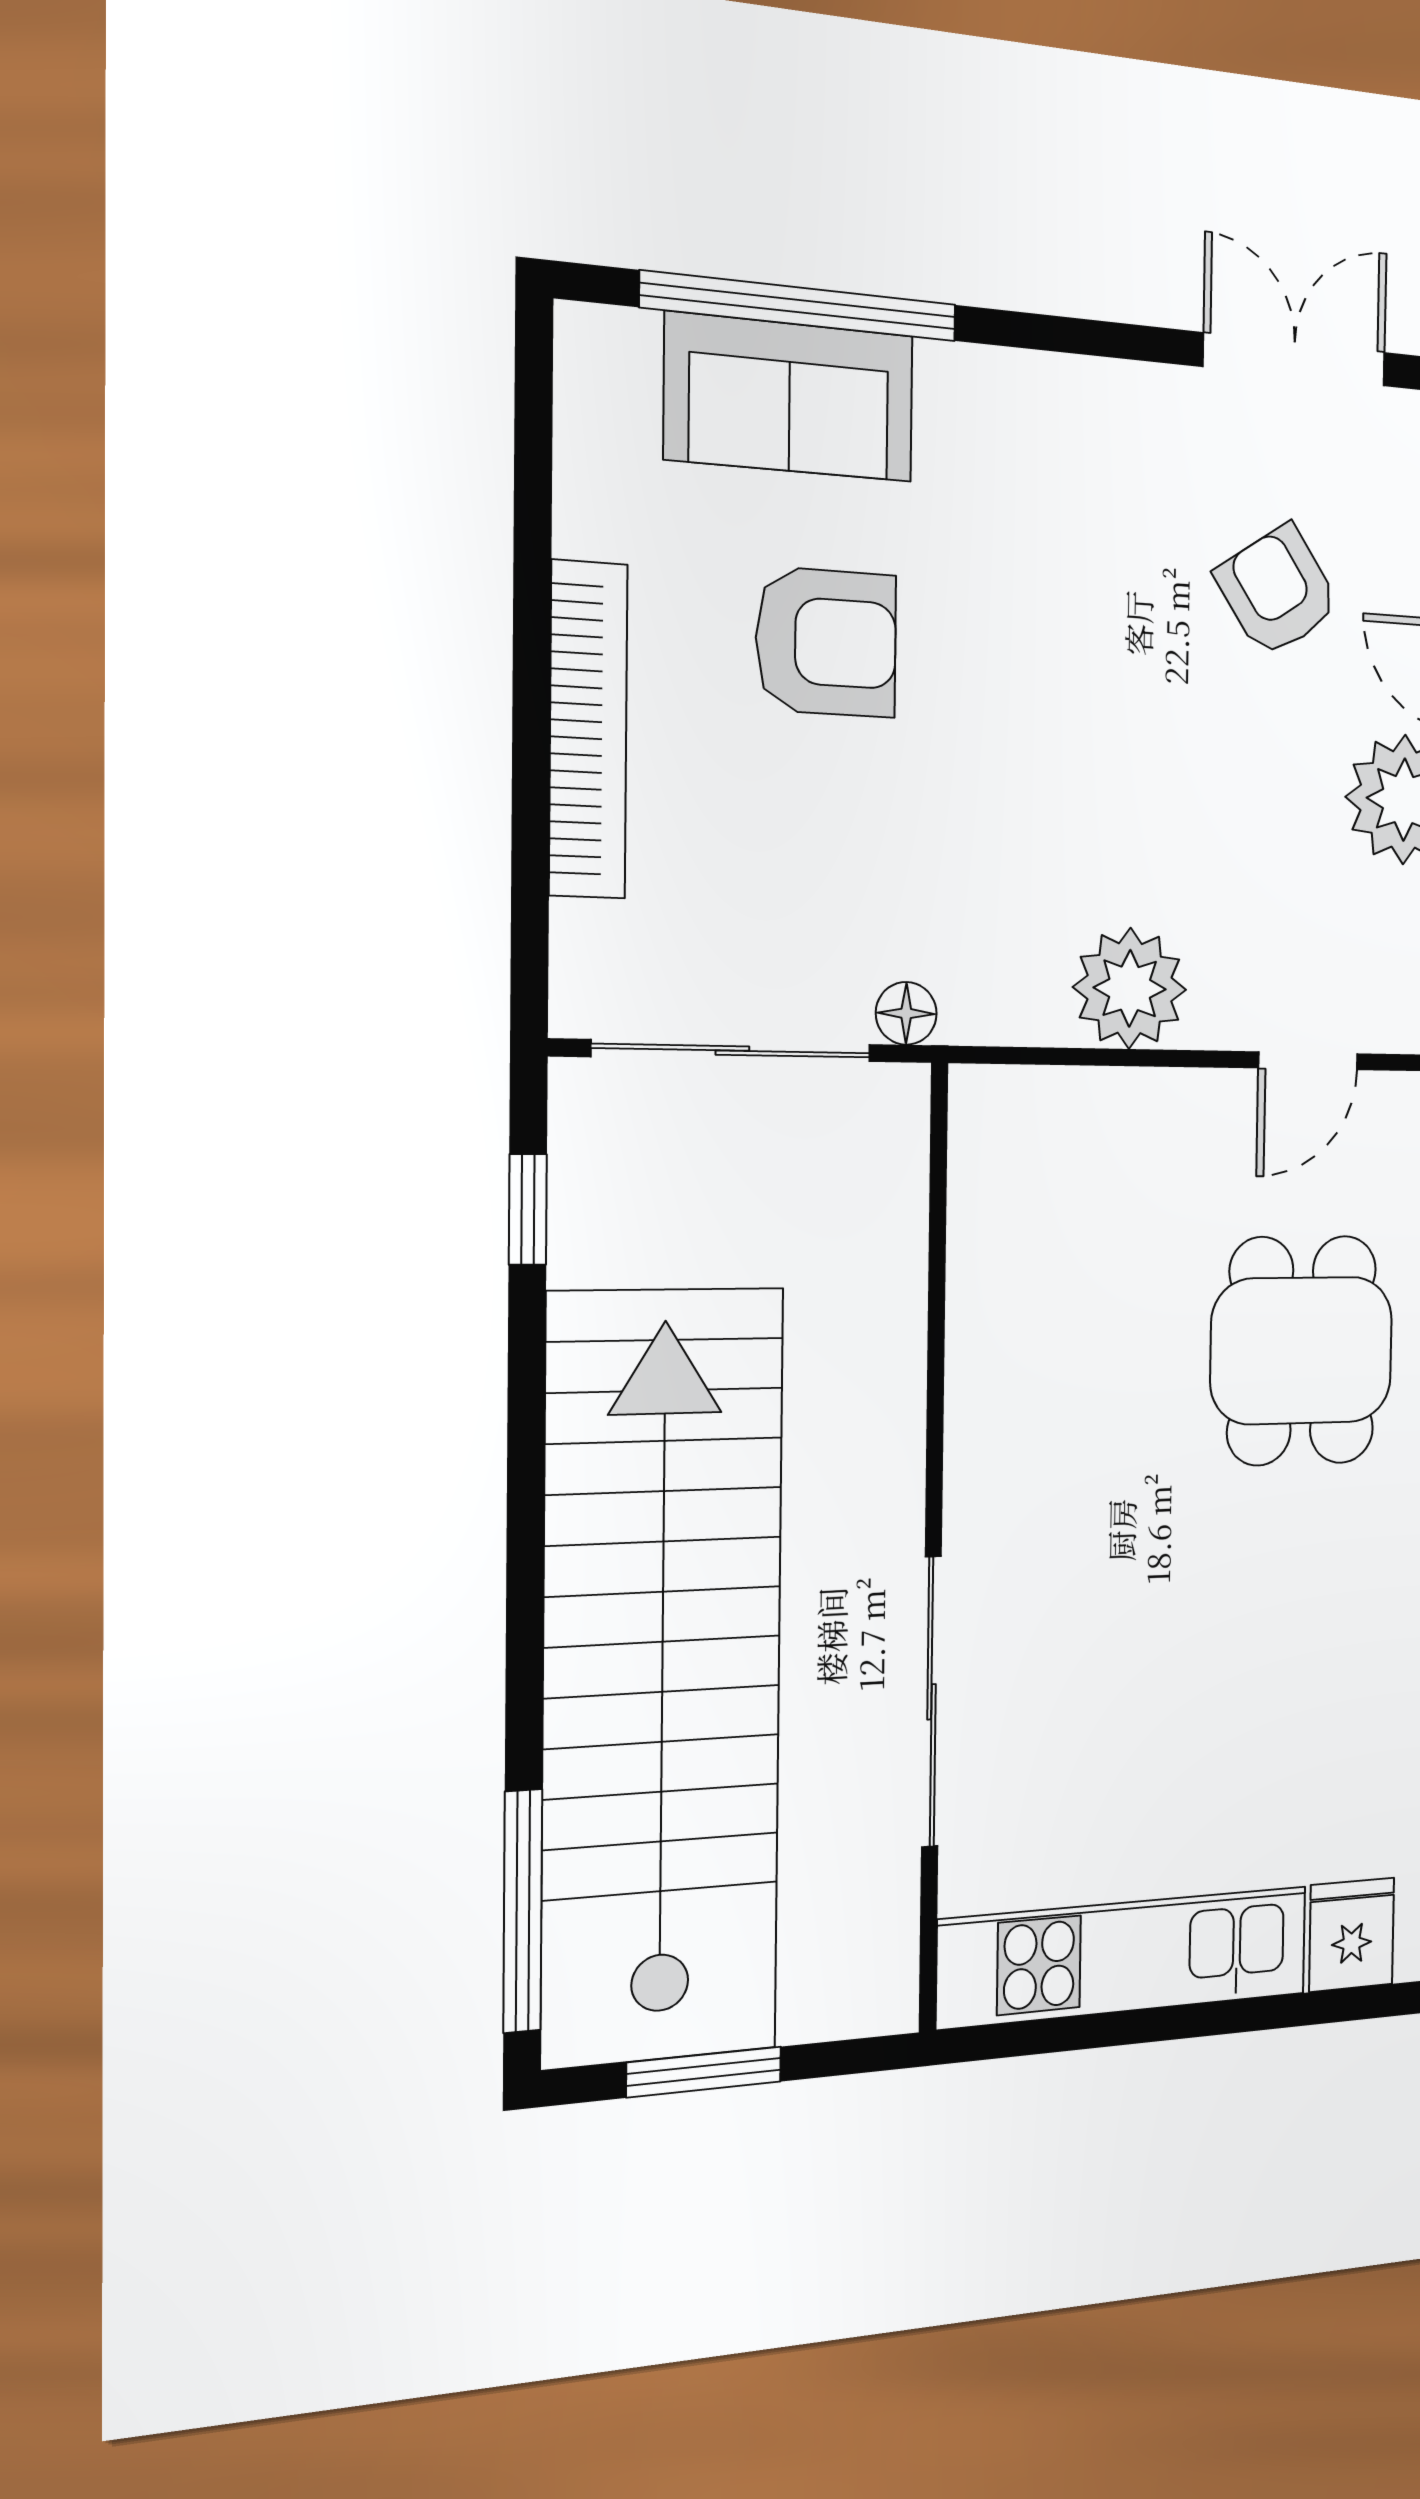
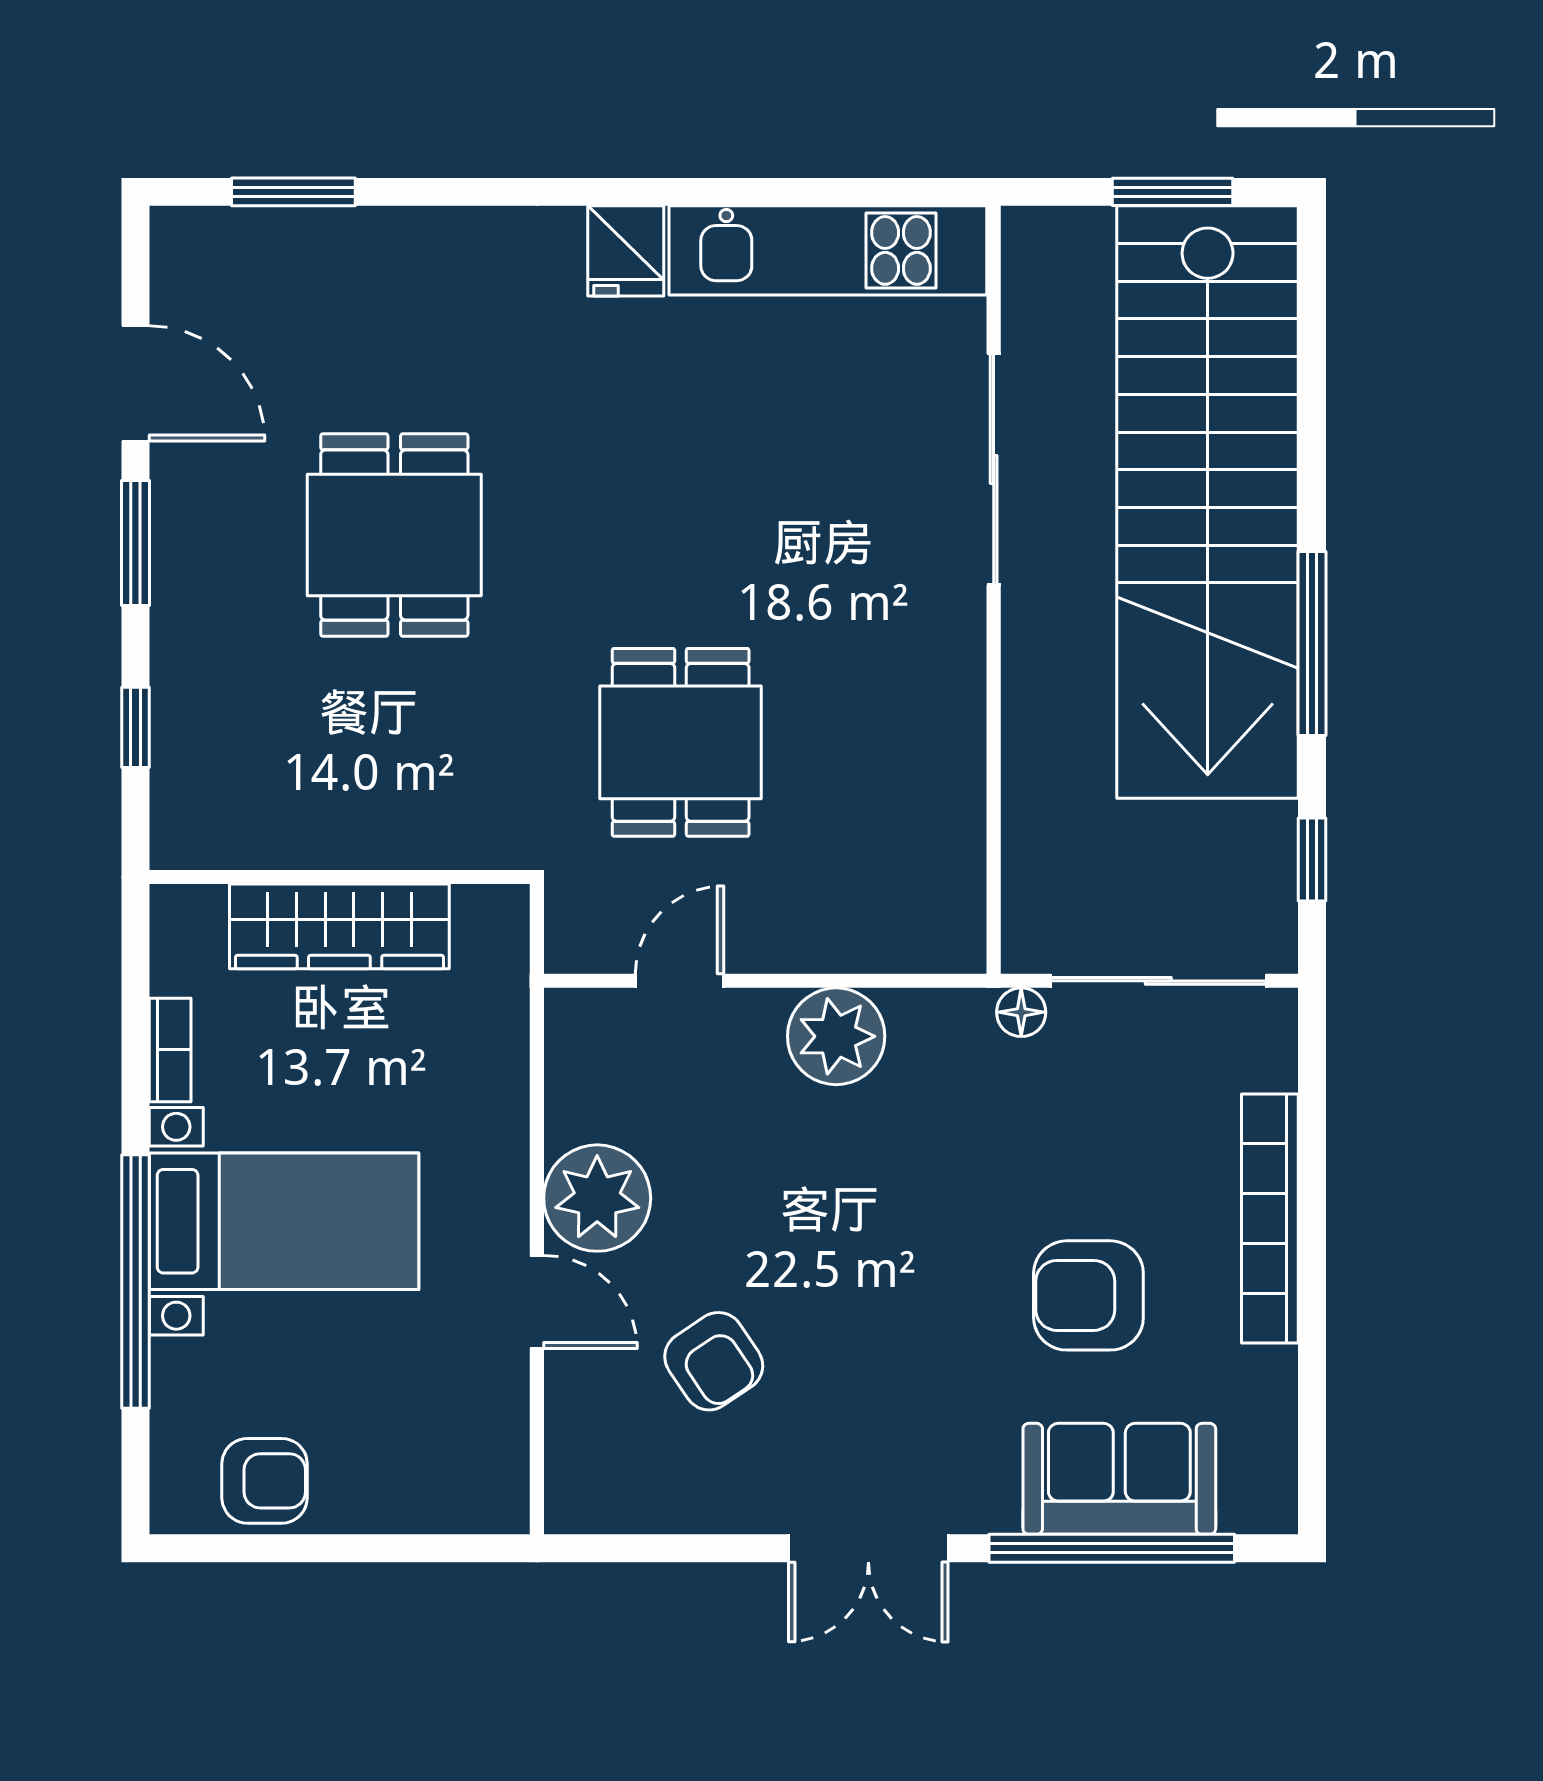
double door: (1295, 359) -> (868, 1548), moved
window: (523, 1911) -> (1312, 643), moved

